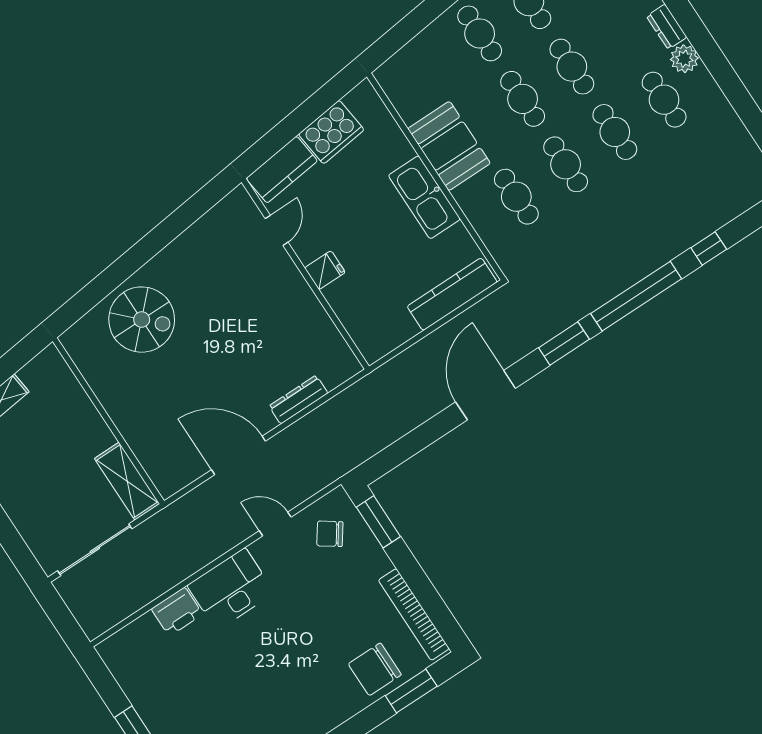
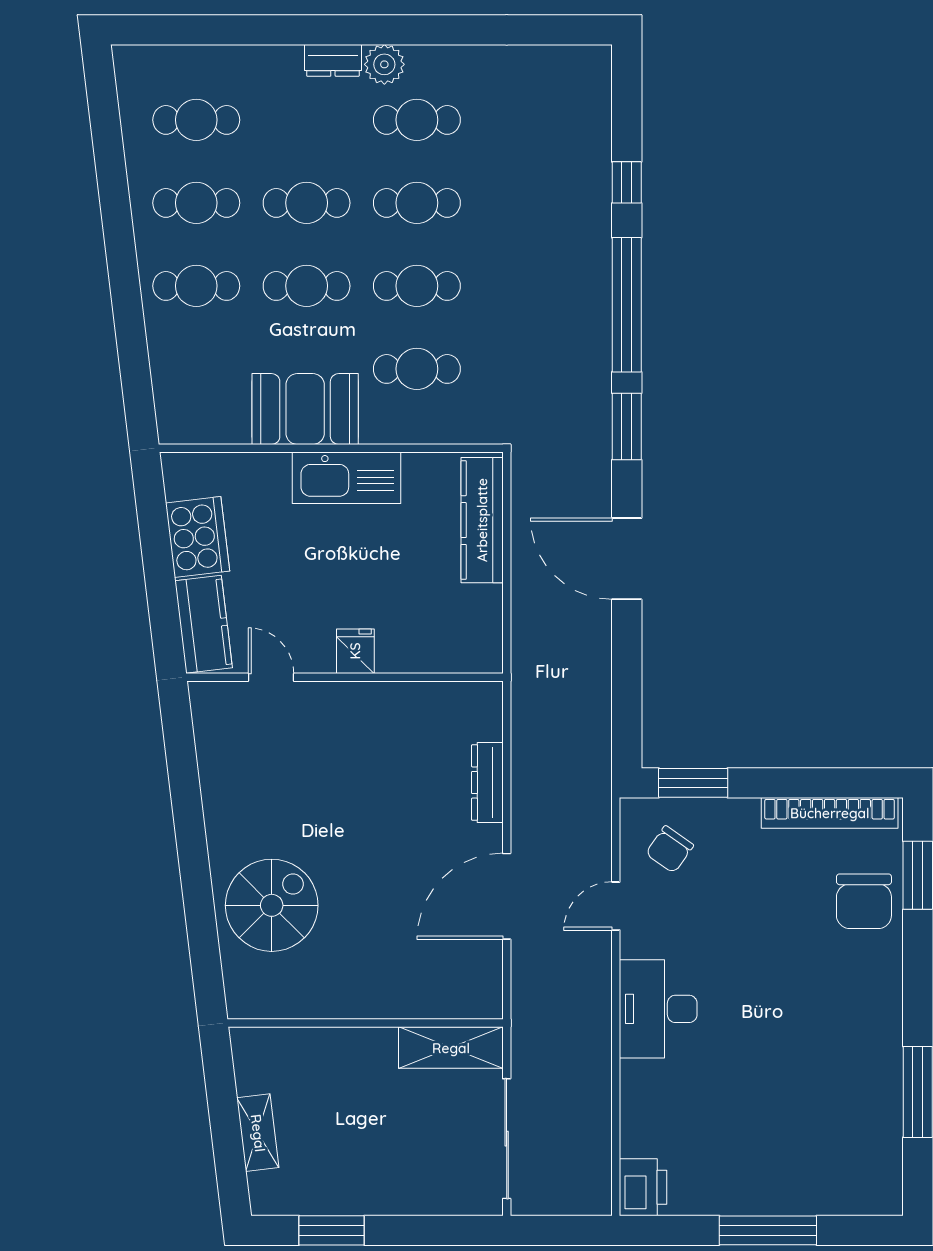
printer: (177, 612) -> (643, 1187), moved

